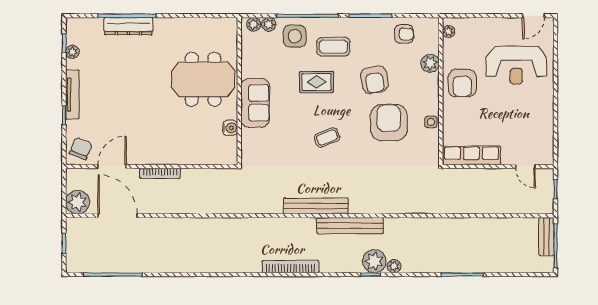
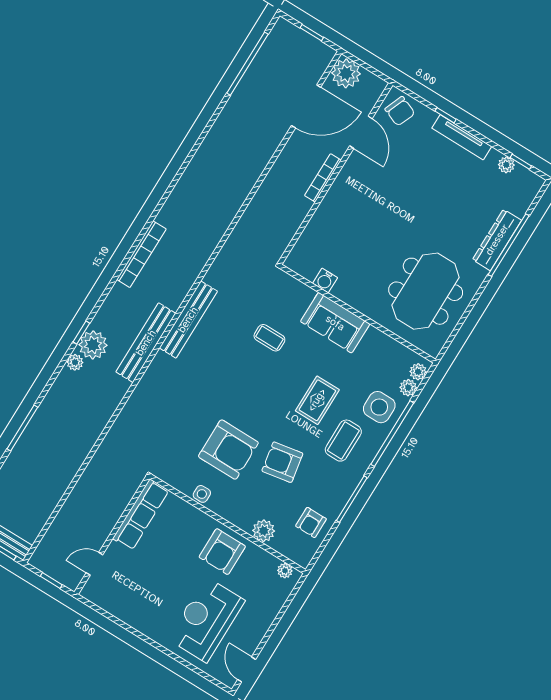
meeting table: (203, 79) -> (426, 291), moved
armchair: (462, 83) -> (222, 552), turned -90
coffee table: (327, 137) -> (269, 338), moved, turned -69

